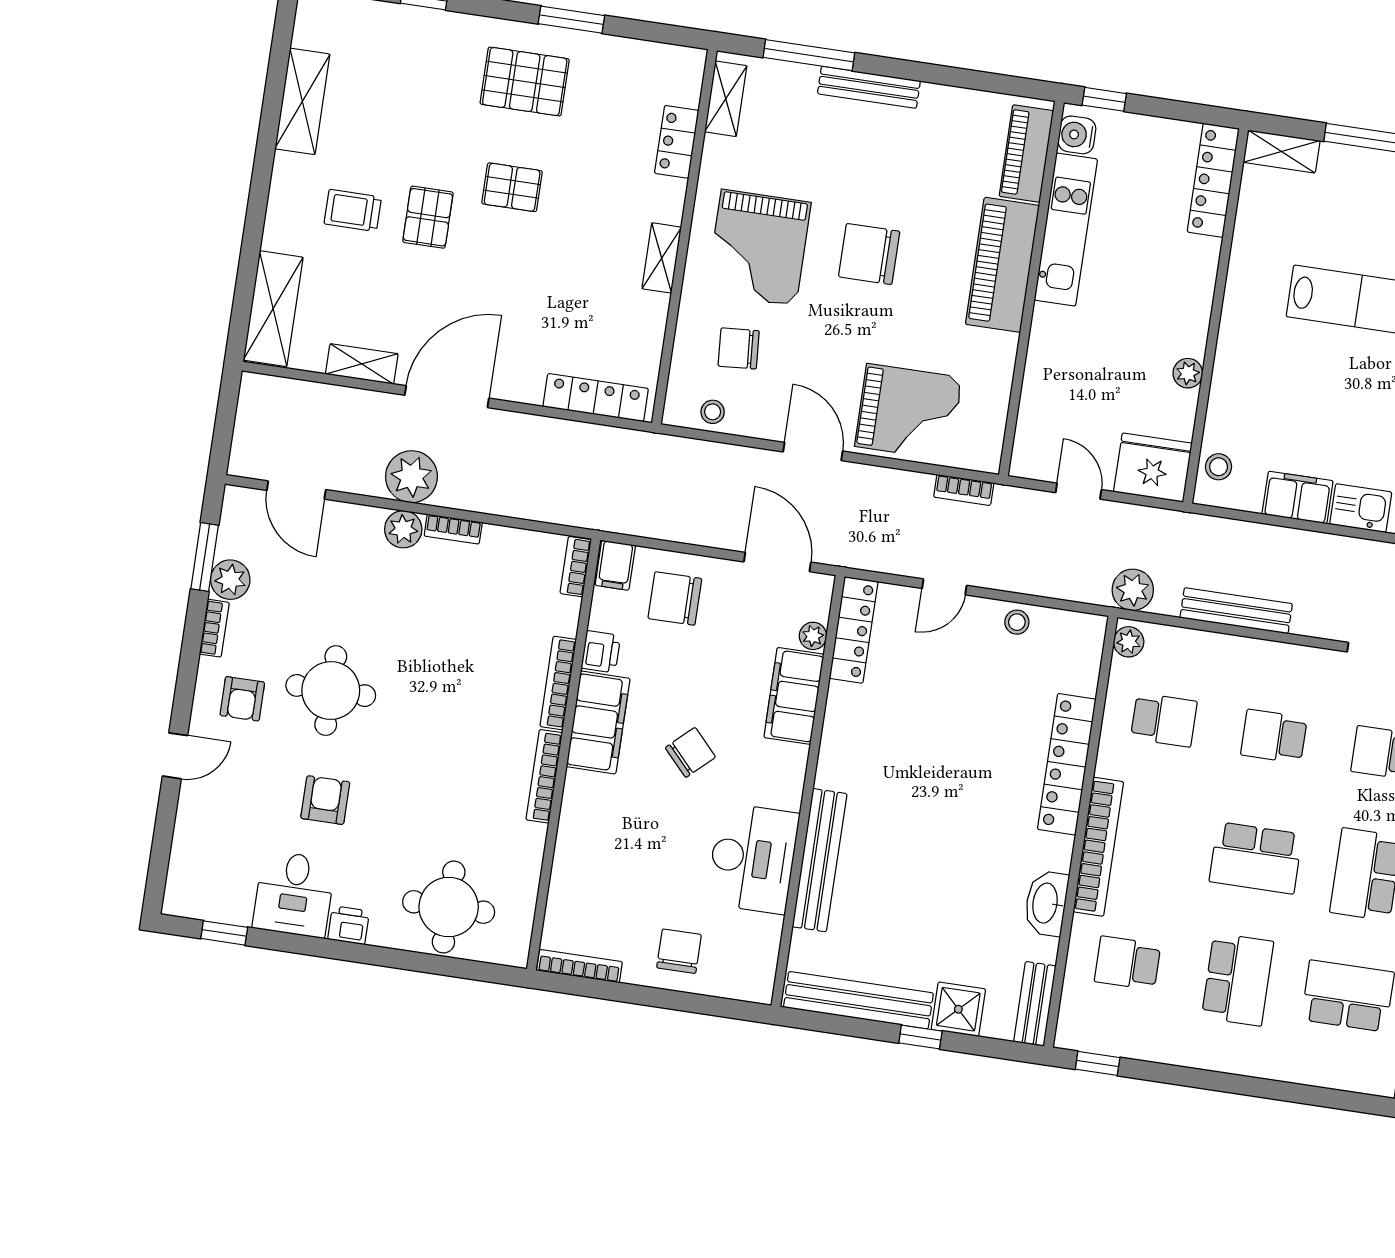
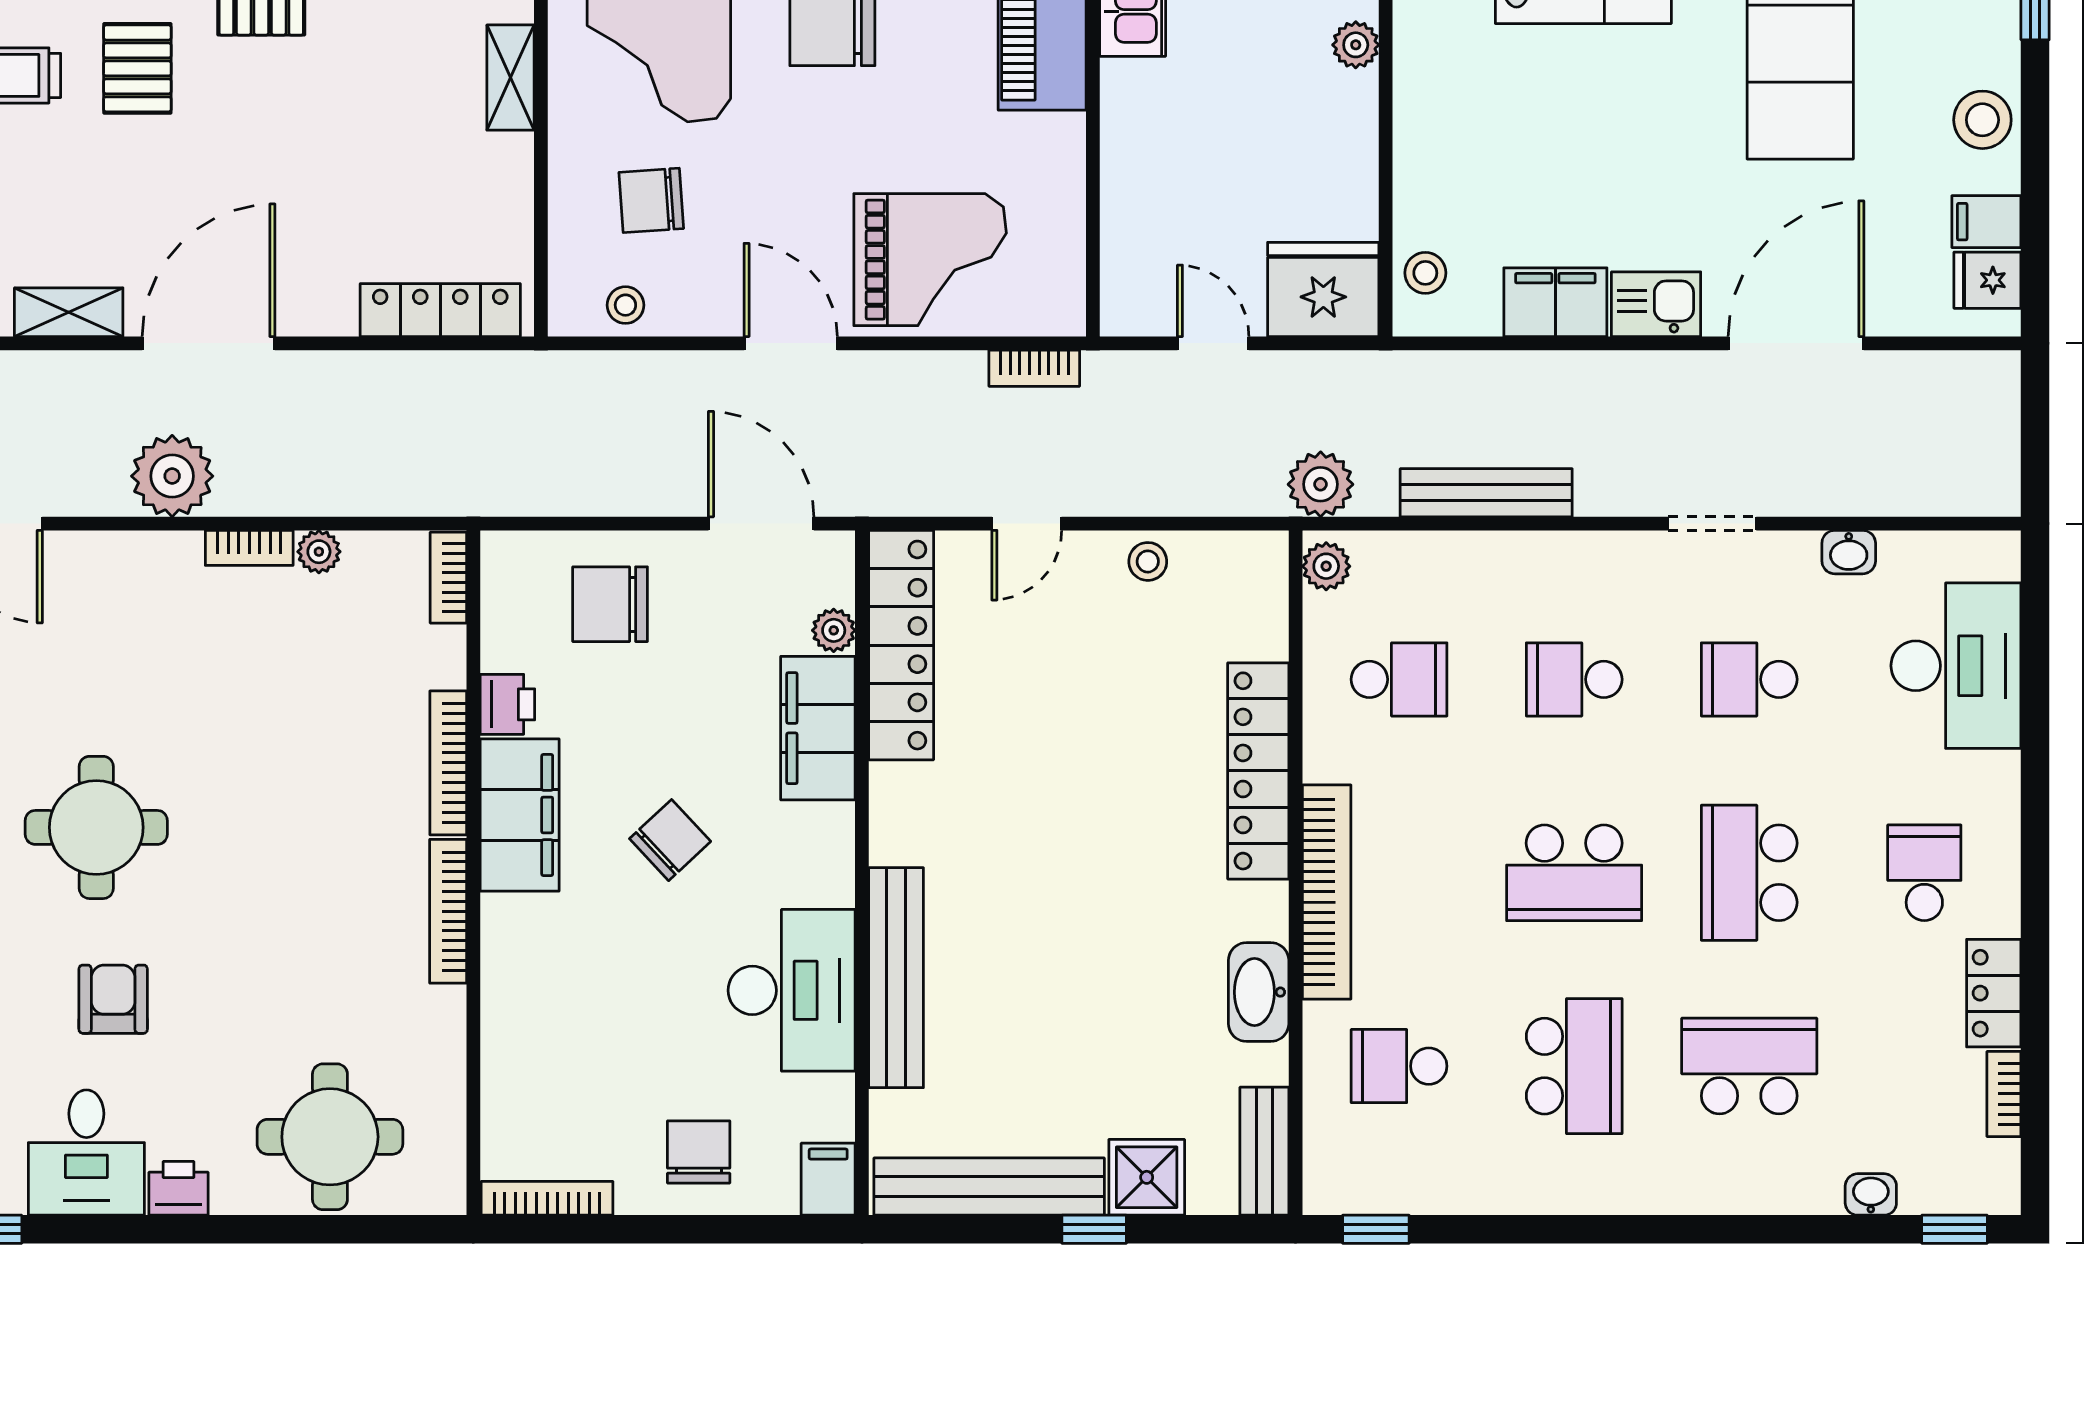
plant: (1188, 373) -> (1356, 45), moved
plant: (403, 529) -> (319, 552), moved, width x0.73, depth x0.73
filing cabinet: (615, 565) -> (828, 1179), moved, turned 180
locker: (854, 630) -> (901, 645), width x1.41, depth x1.21

